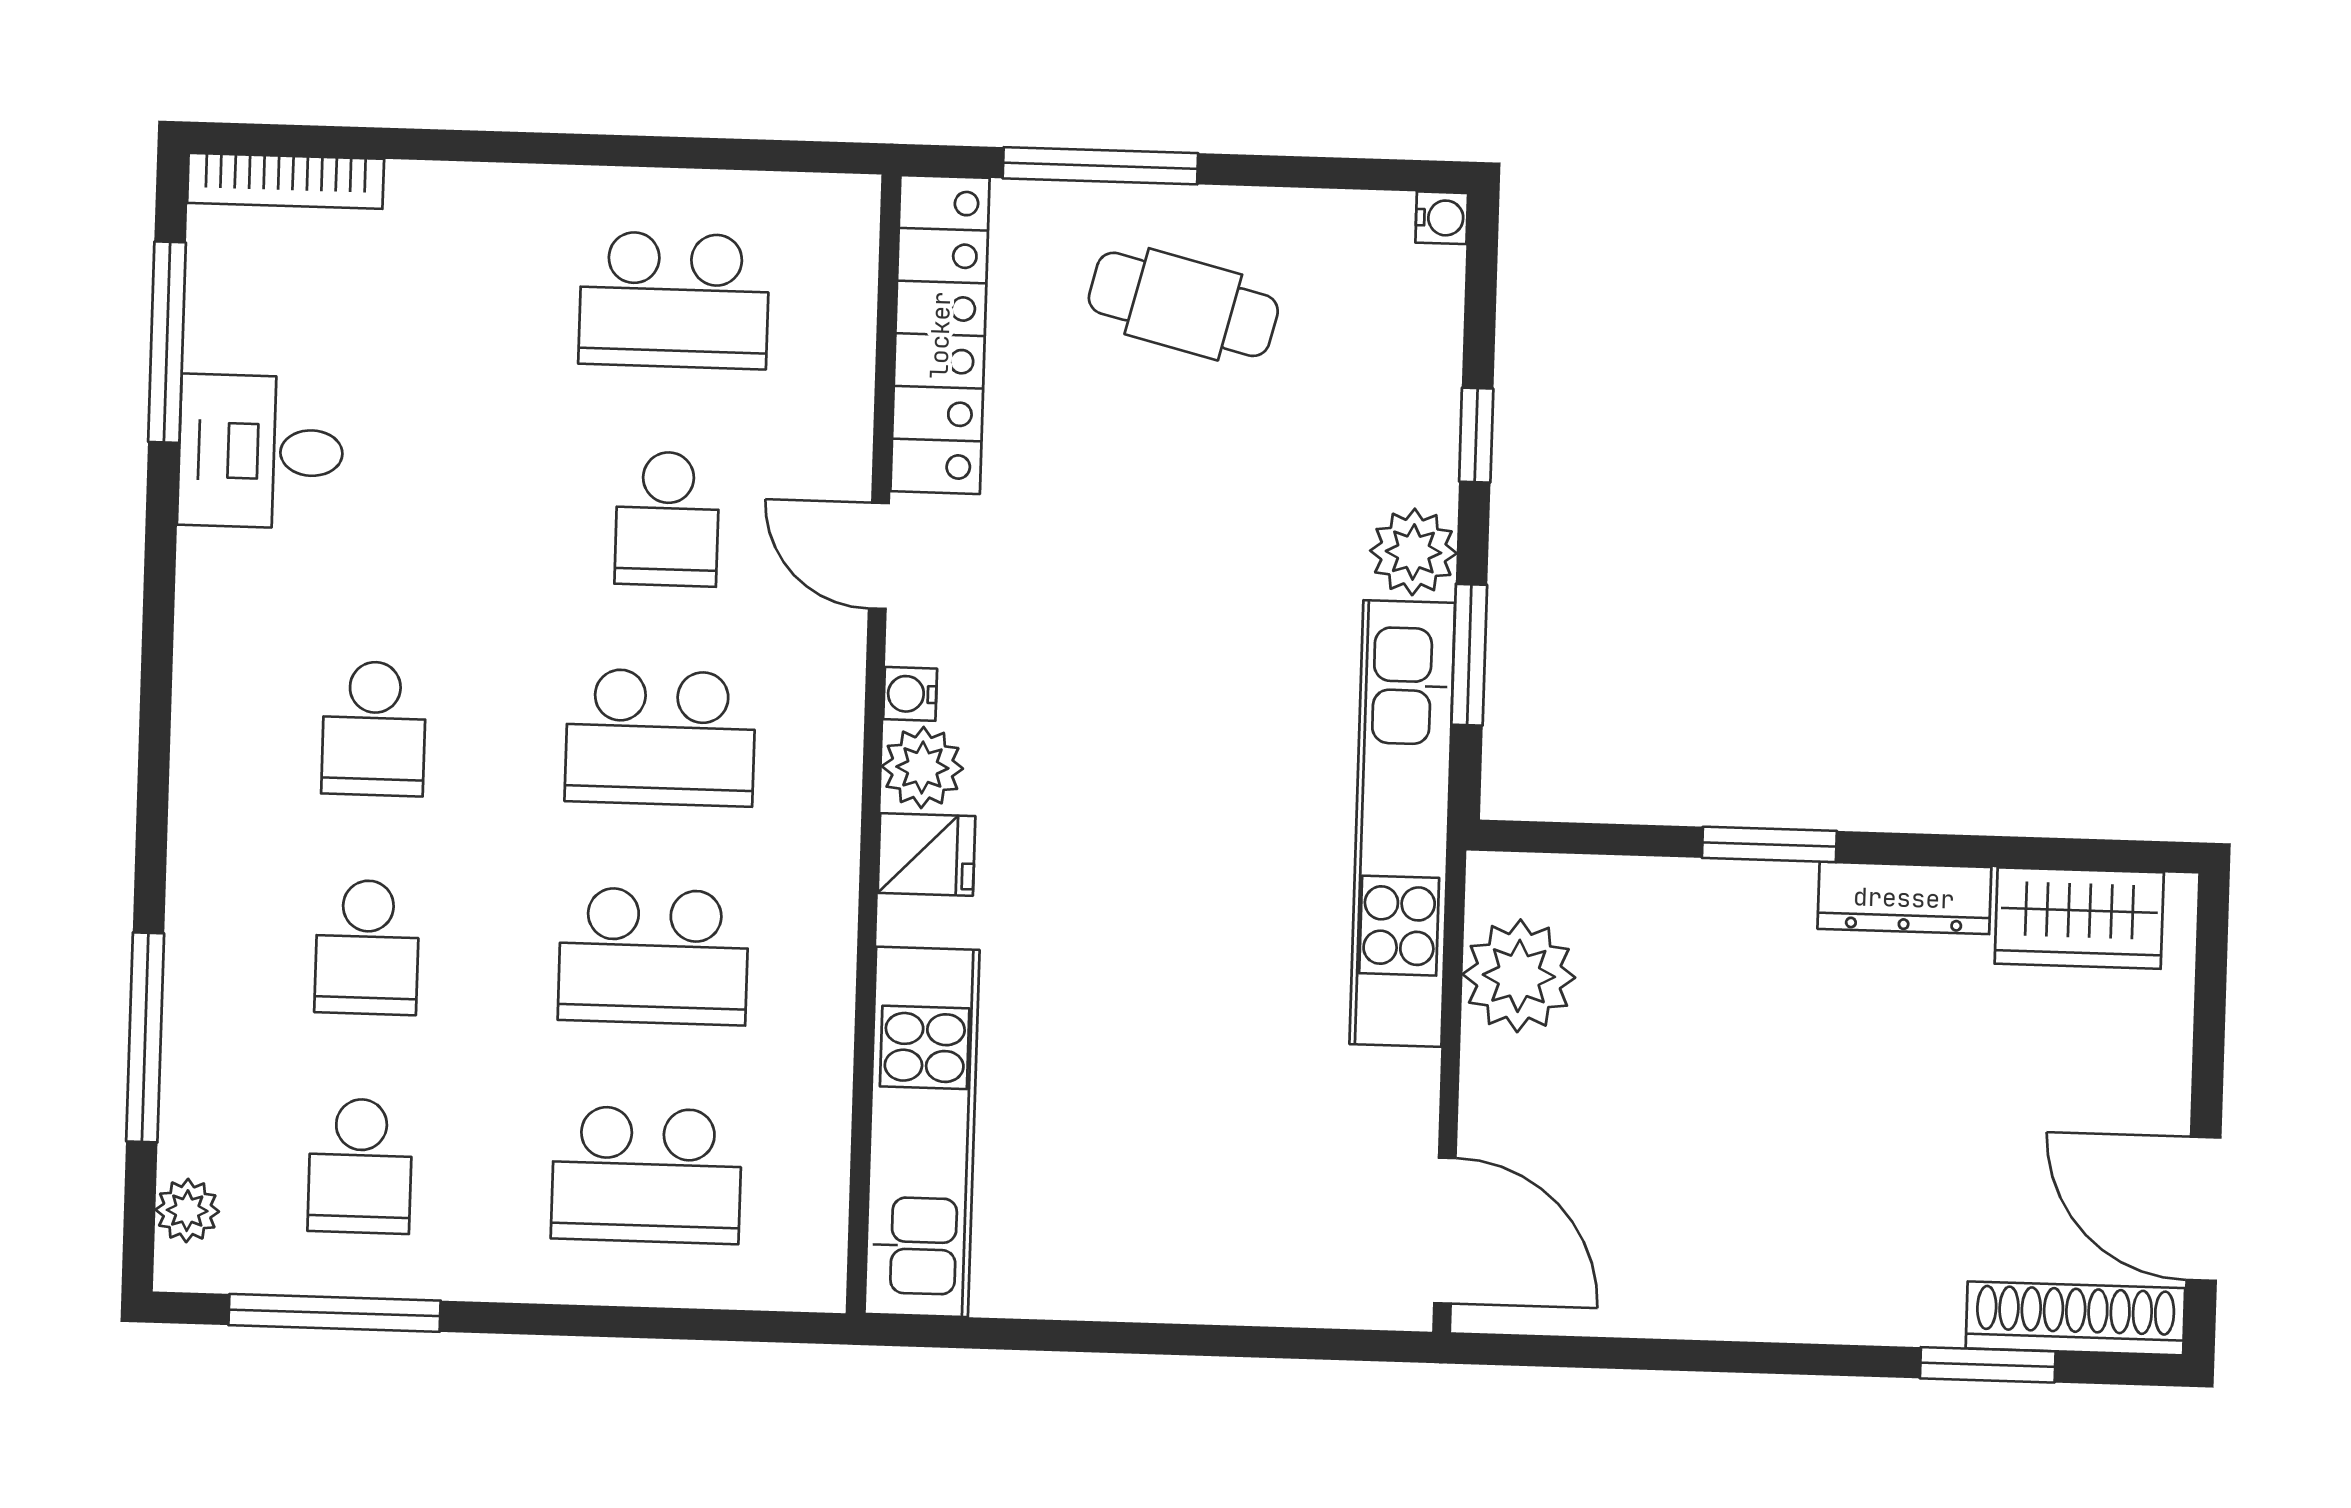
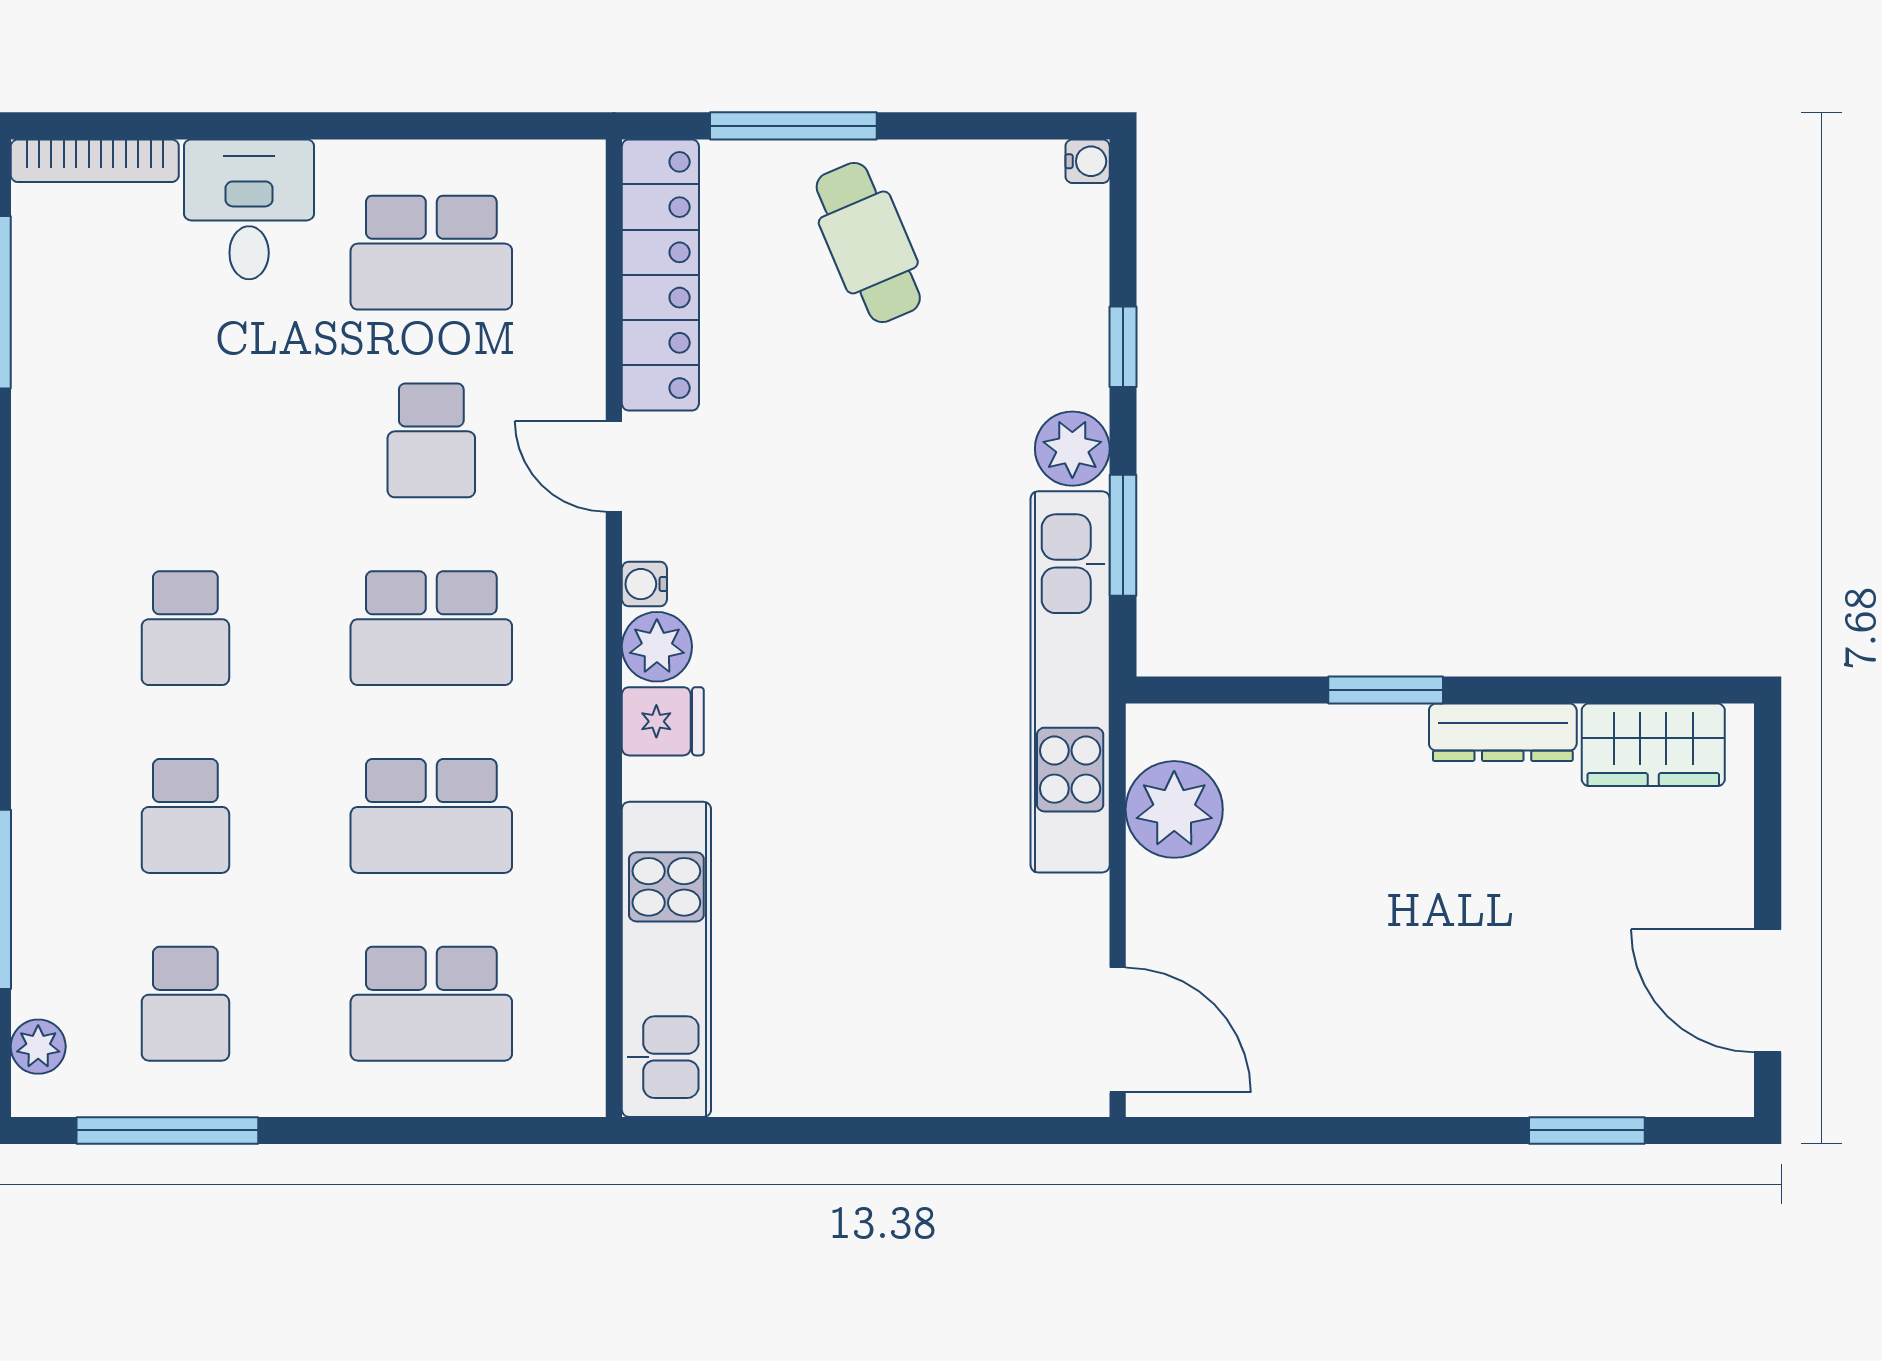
cafe table: (1183, 304) -> (868, 242), turned 53
desk: (261, 452) -> (249, 209), moved, turned 90
shoe rack: (2075, 1318) -> (1661, 1088), removed

